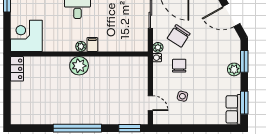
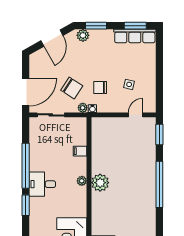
filing cabinet: (92, 44) -> (80, 151), moved
plant: (234, 69) -> (83, 35), moved
row of seats: (233, 109) -> (135, 36), width x1.48

